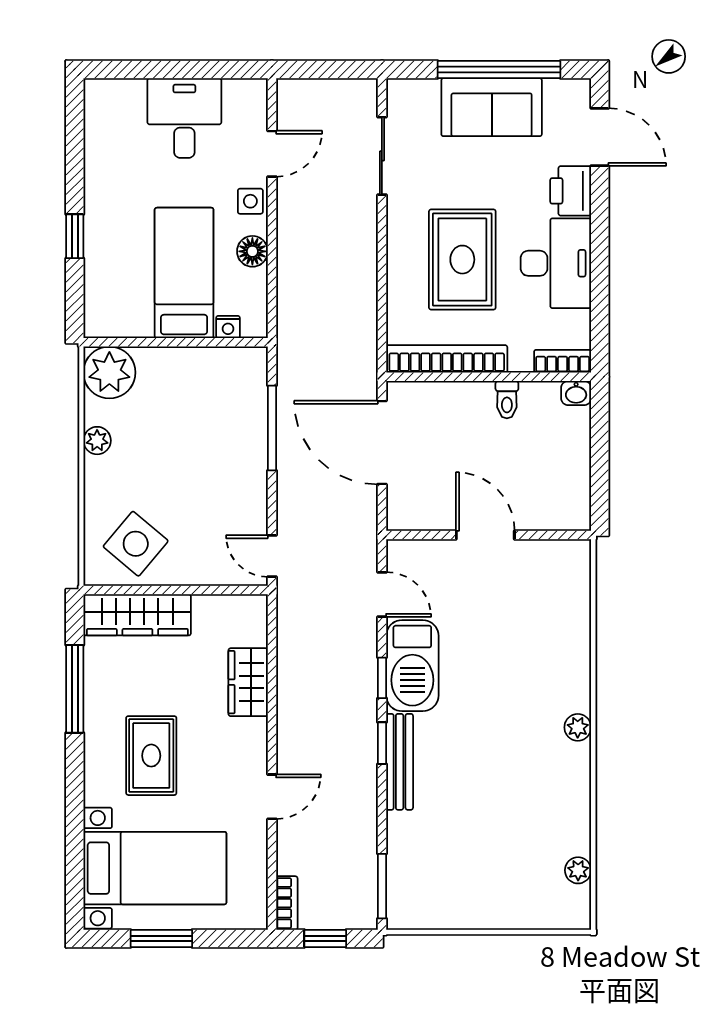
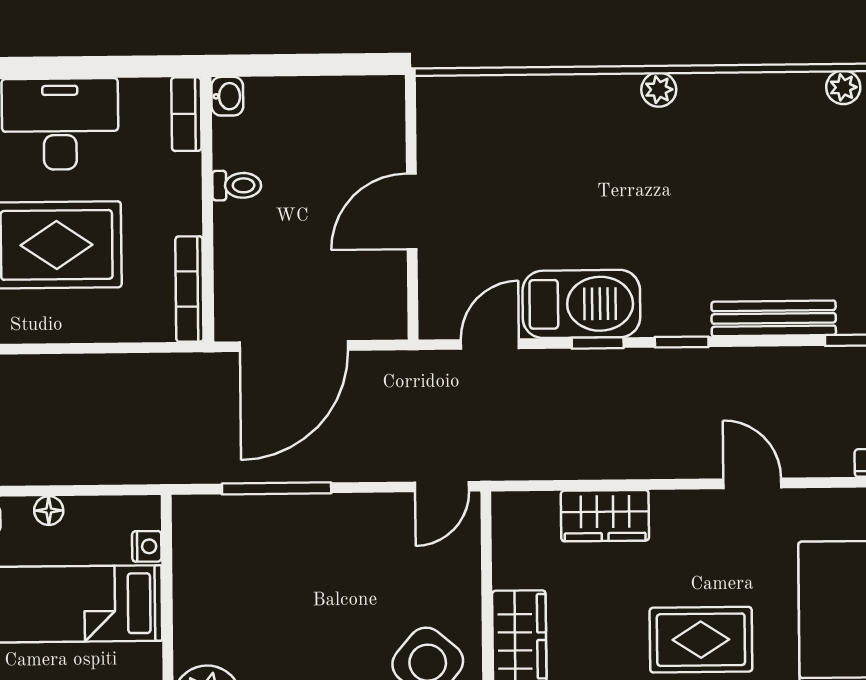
floor lamp: (252, 251) -> (49, 511), width x0.73, depth x0.73
bookcase: (447, 359) -> (189, 289), width x0.68, depth x0.76
bench: (400, 762) -> (774, 318), moved

